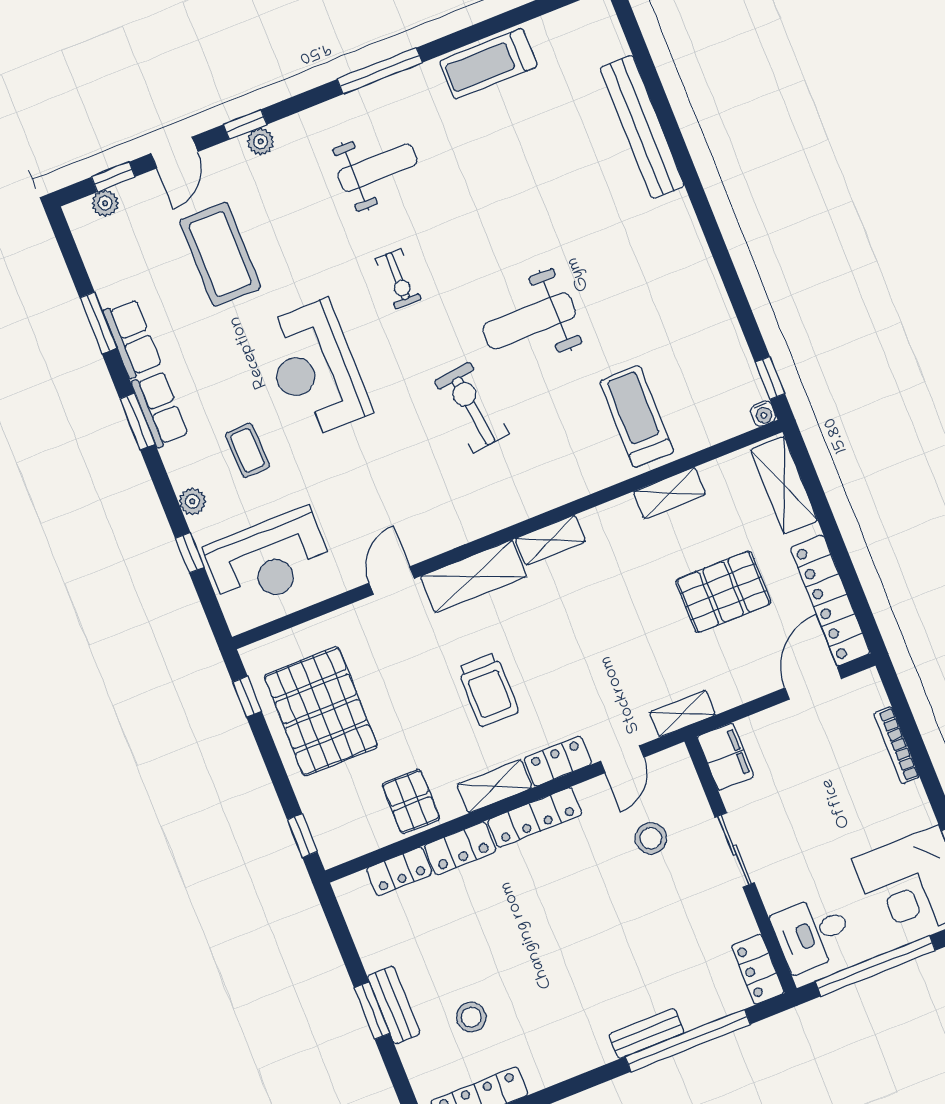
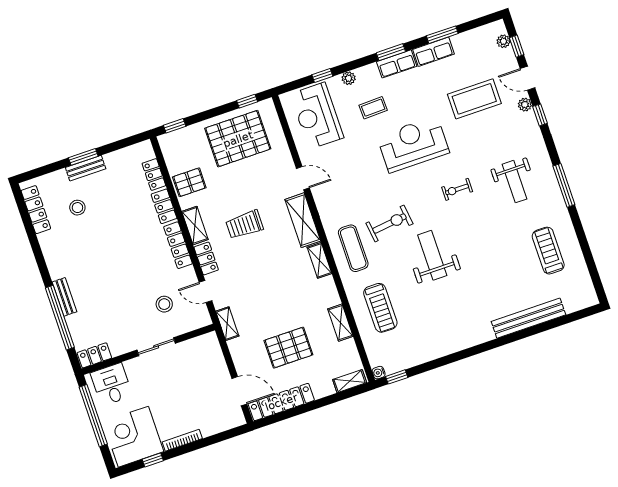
treadmill: (488, 64) -> (548, 251), moved
plant: (260, 142) -> (525, 105), moved
treadmill: (637, 417) -> (380, 308), turned 90
exercise mat: (523, 476) -> (353, 248), added
shelving: (784, 485) -> (350, 381), width x0.67, depth x0.75
pallet: (723, 592) -> (288, 348), turned 90
bookcase: (897, 745) -> (182, 440), moved
filing cabinet: (726, 757) -> (204, 344), removed

